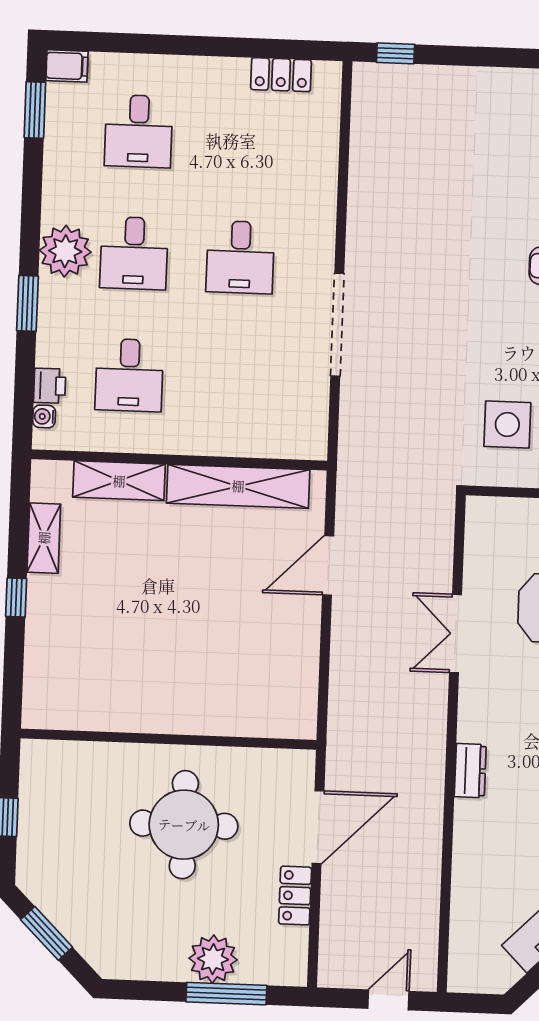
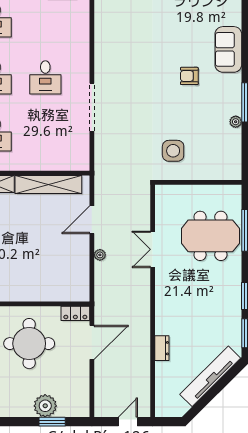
plant: (342, 641) -> (100, 255), added
dresser: (470, 771) -> (162, 348), moved
locker: (295, 896) -> (75, 313), moved, turned -90
window: (226, 994) -> (52, 422), width x0.69

